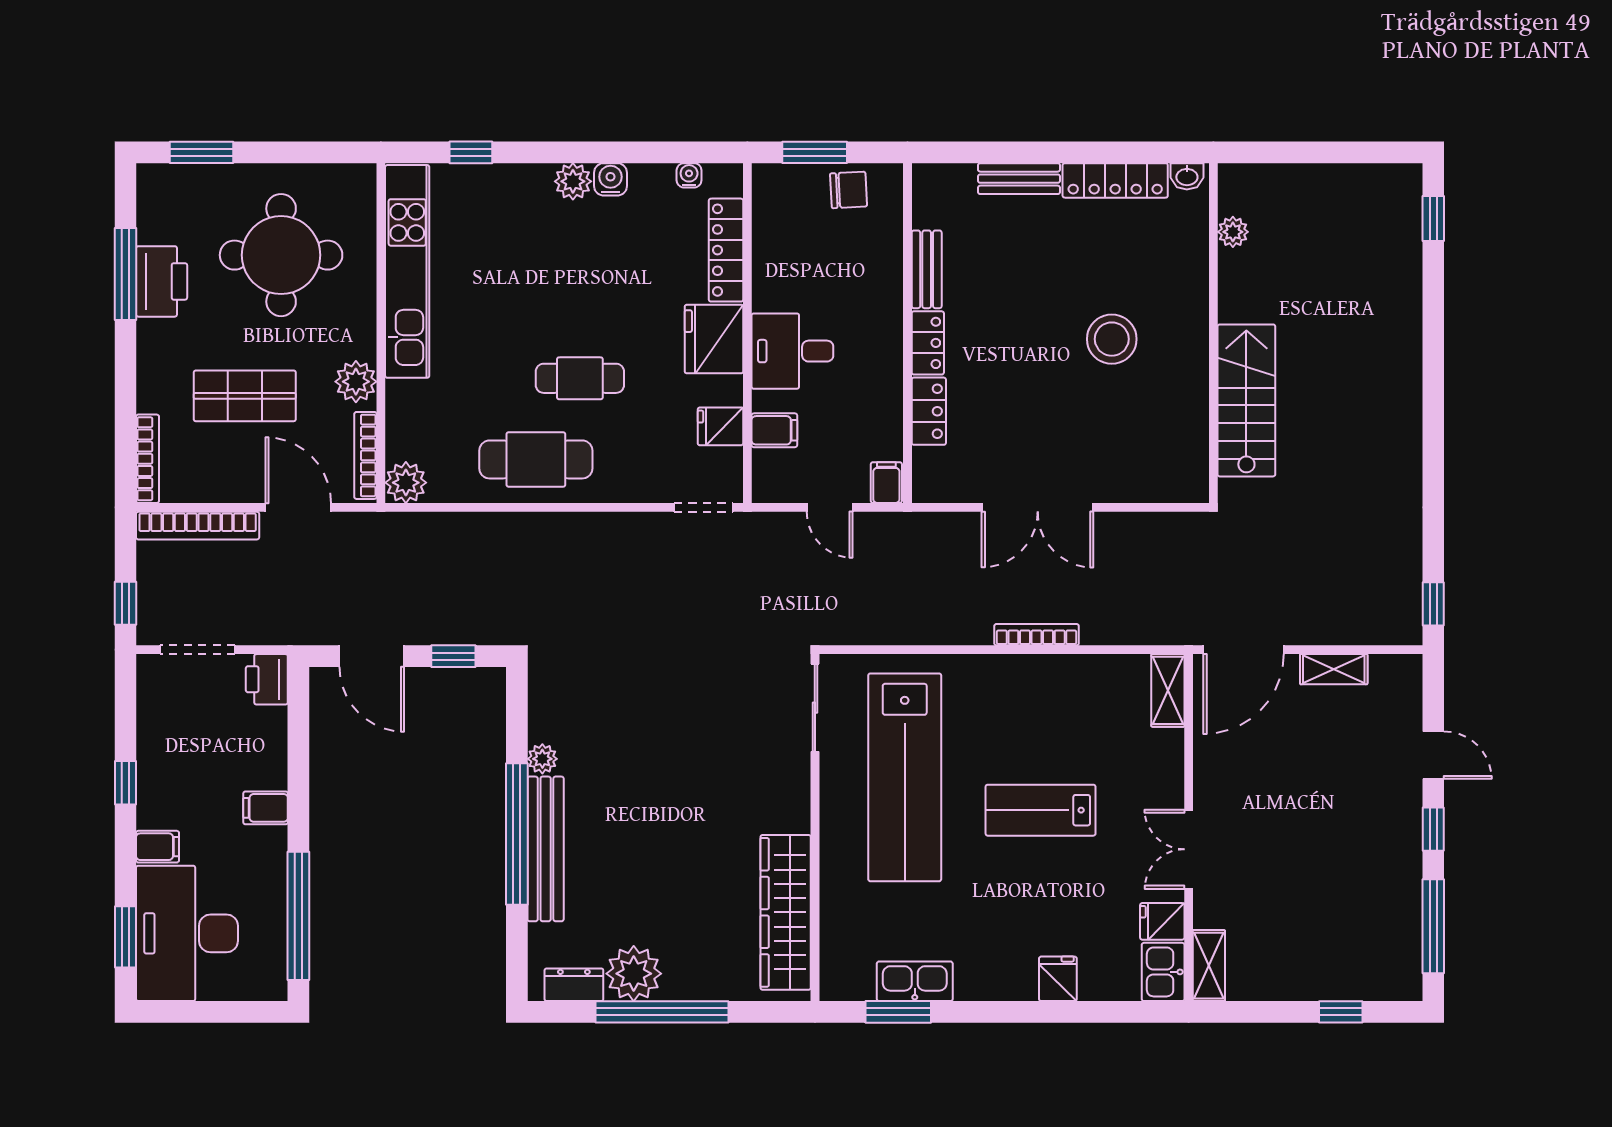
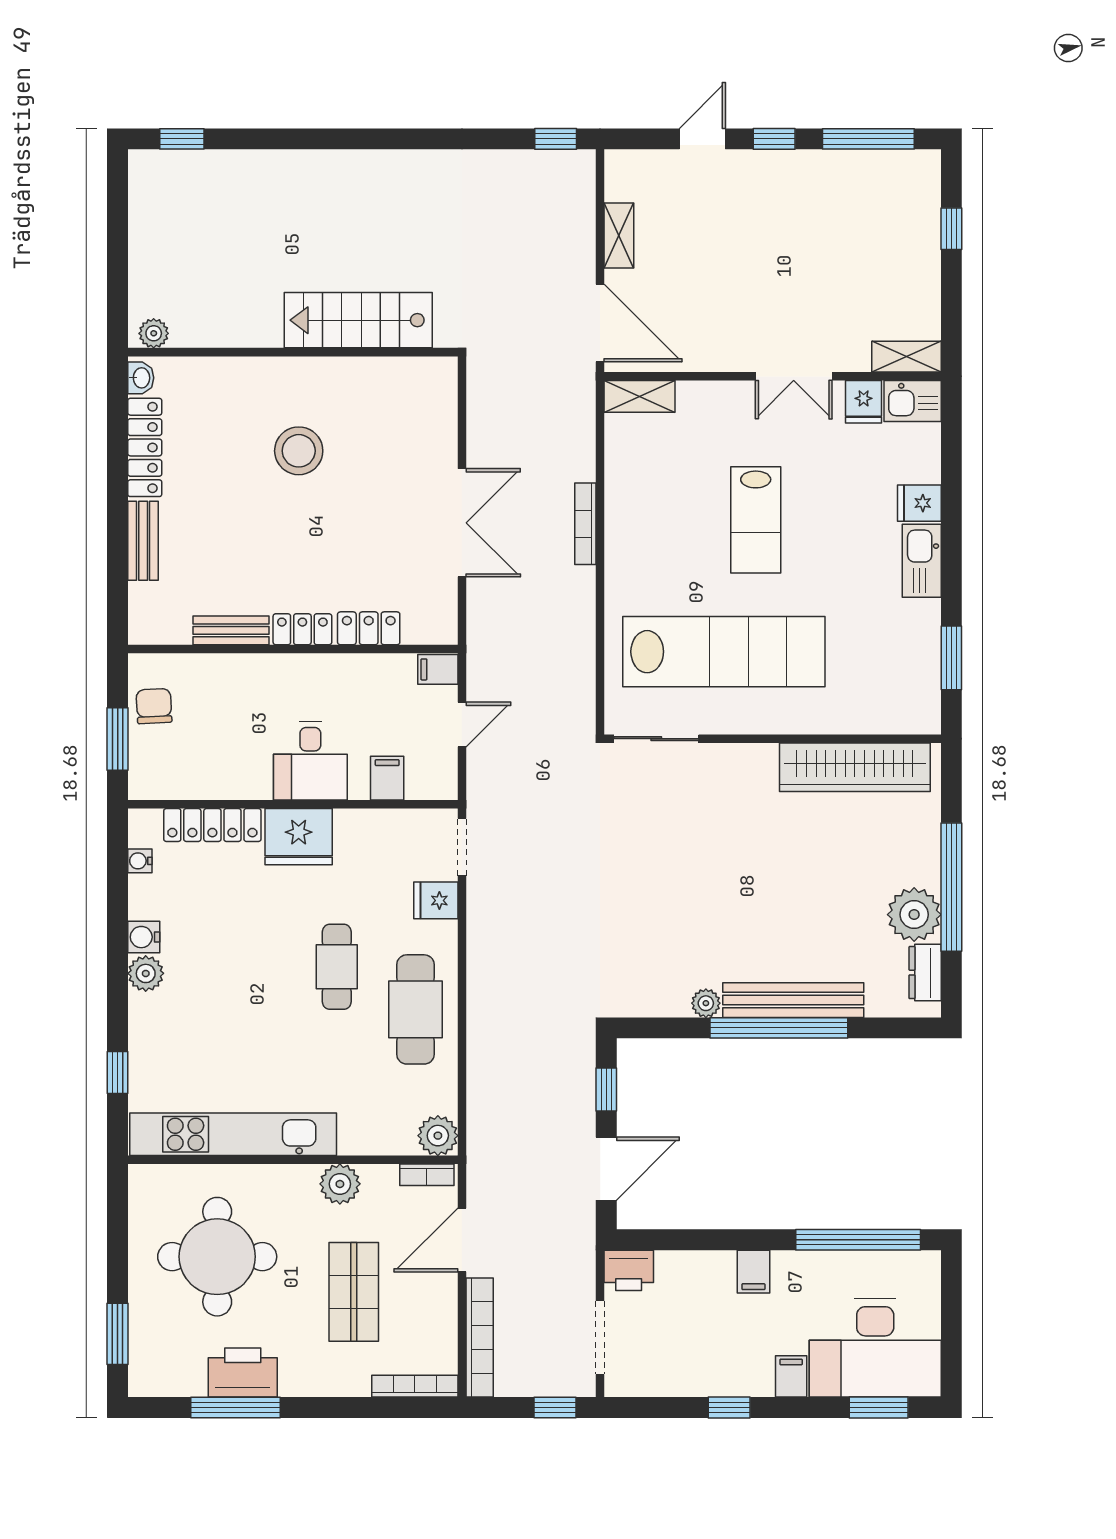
plant: (1233, 232) -> (154, 333), moved
fridge: (720, 426) -> (436, 900), moved, turned 90
bookcase: (366, 455) -> (427, 1175), width x0.64
kitchen sink: (915, 981) -> (922, 561), moved

